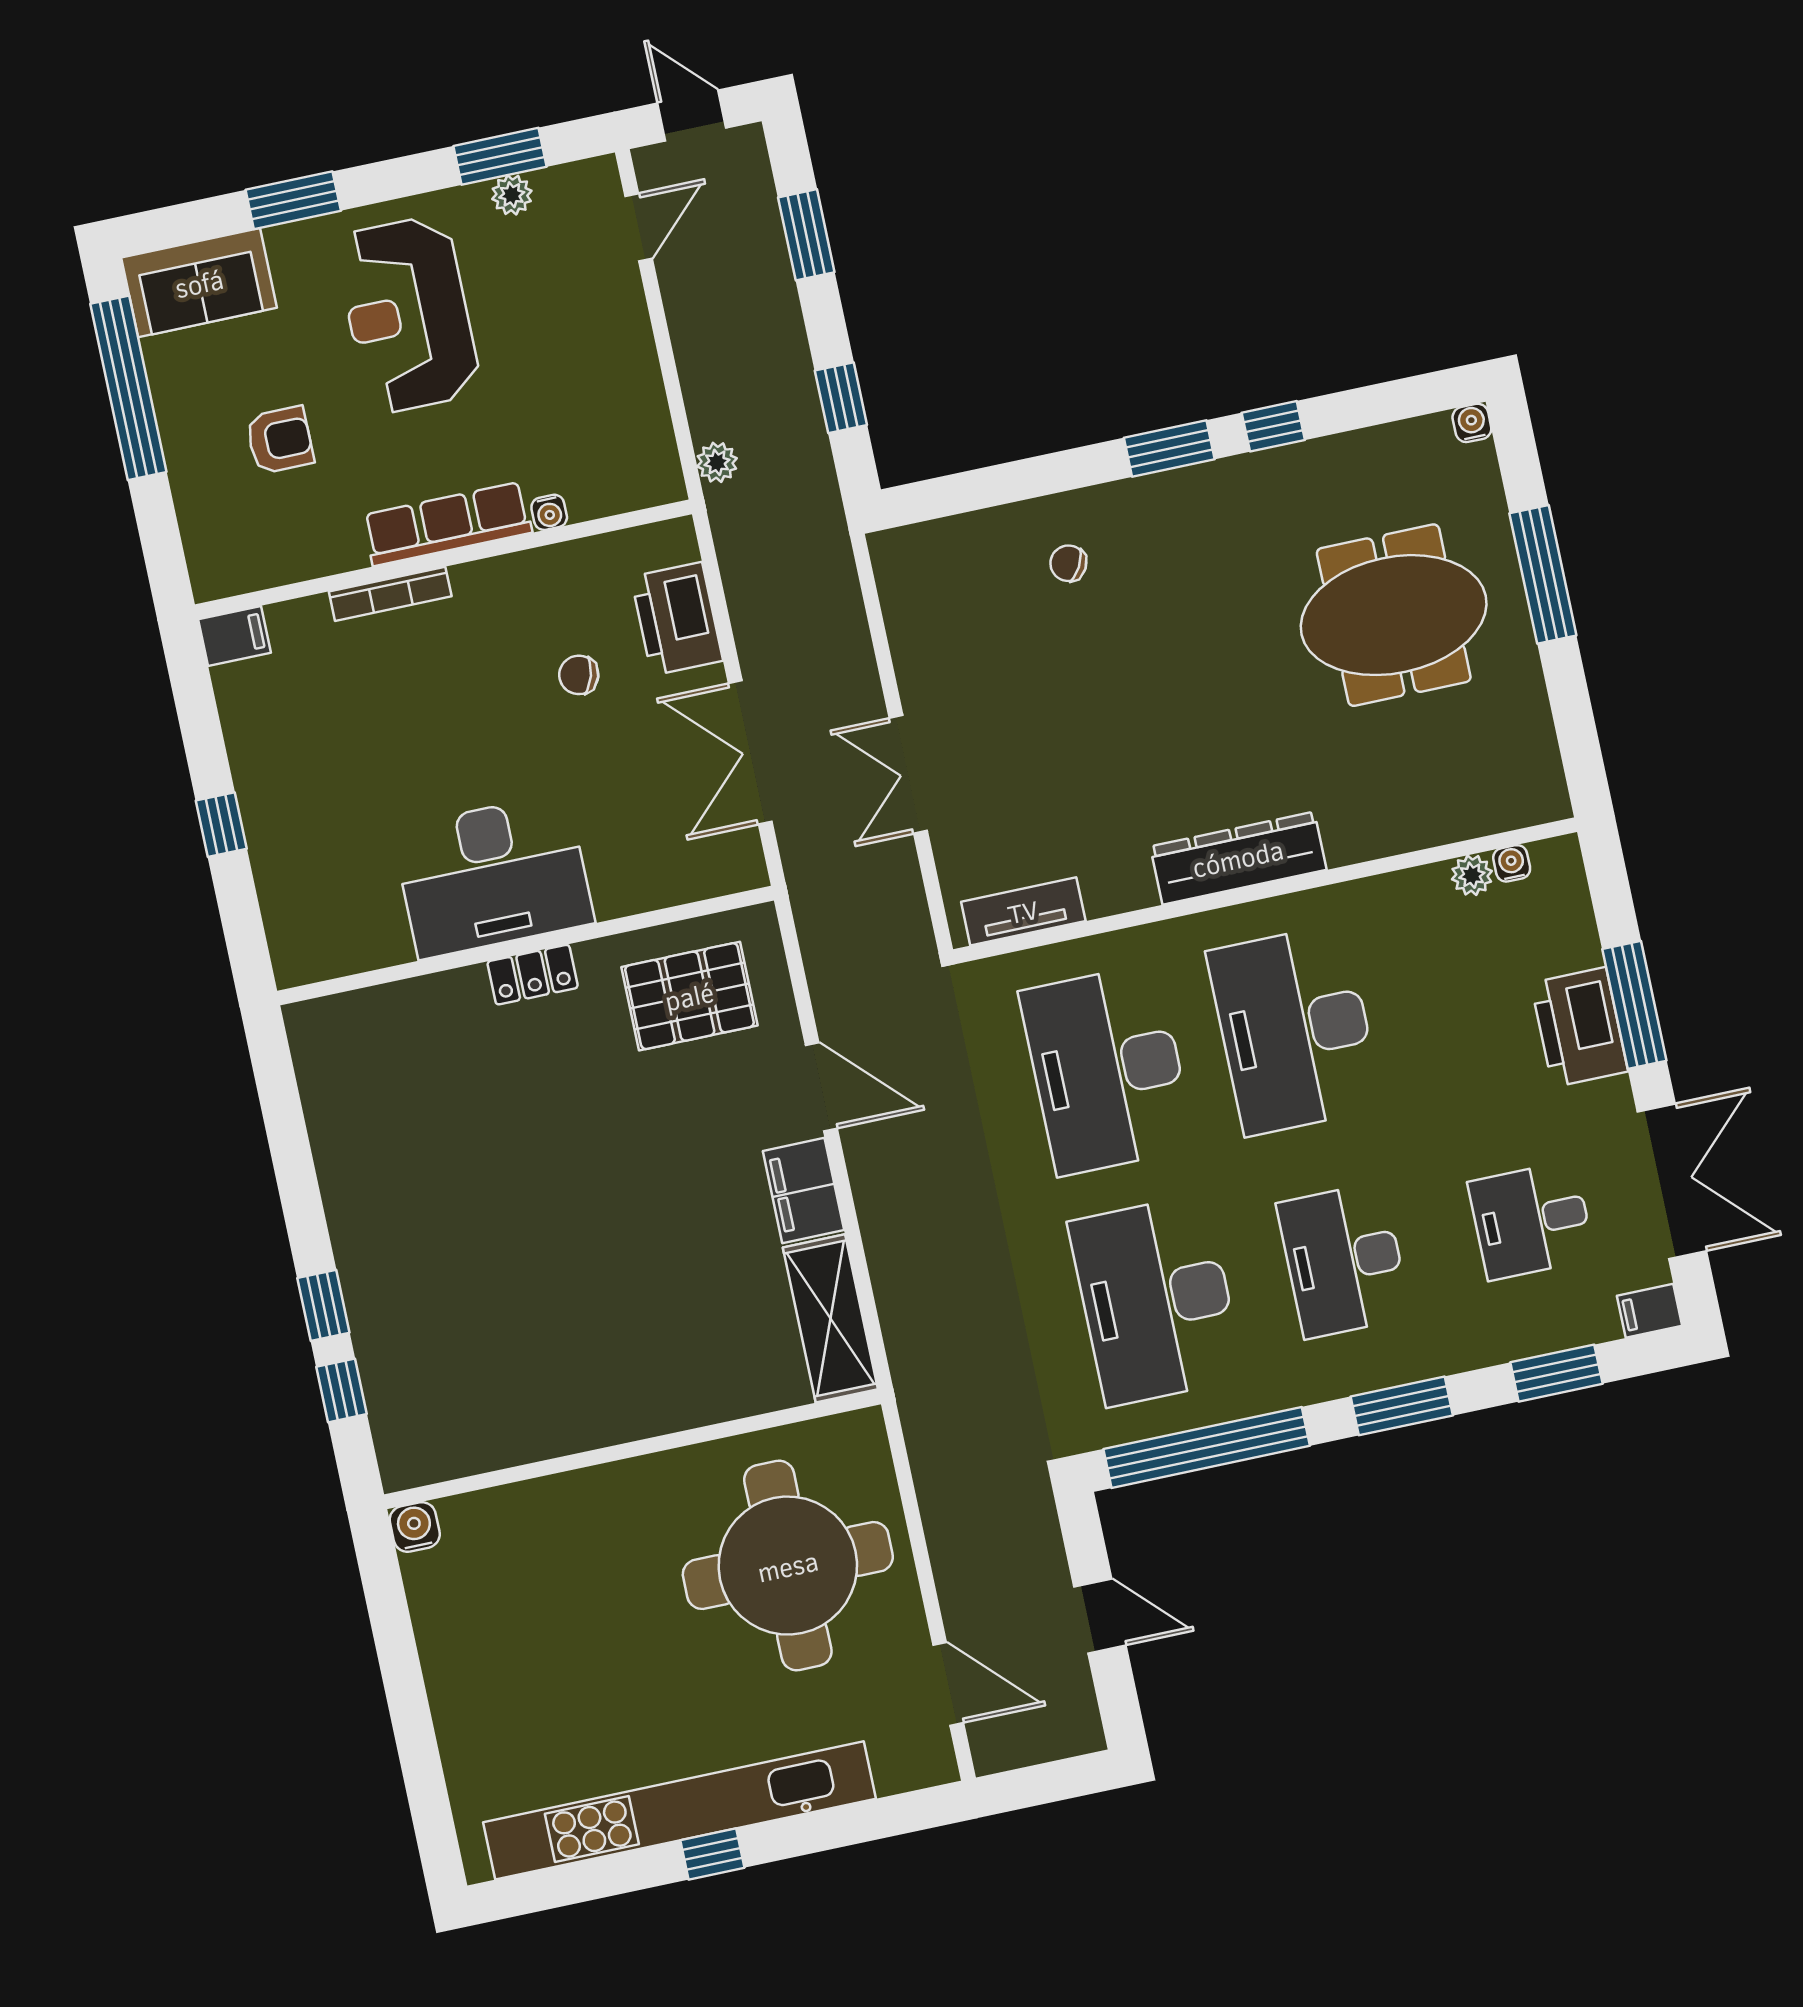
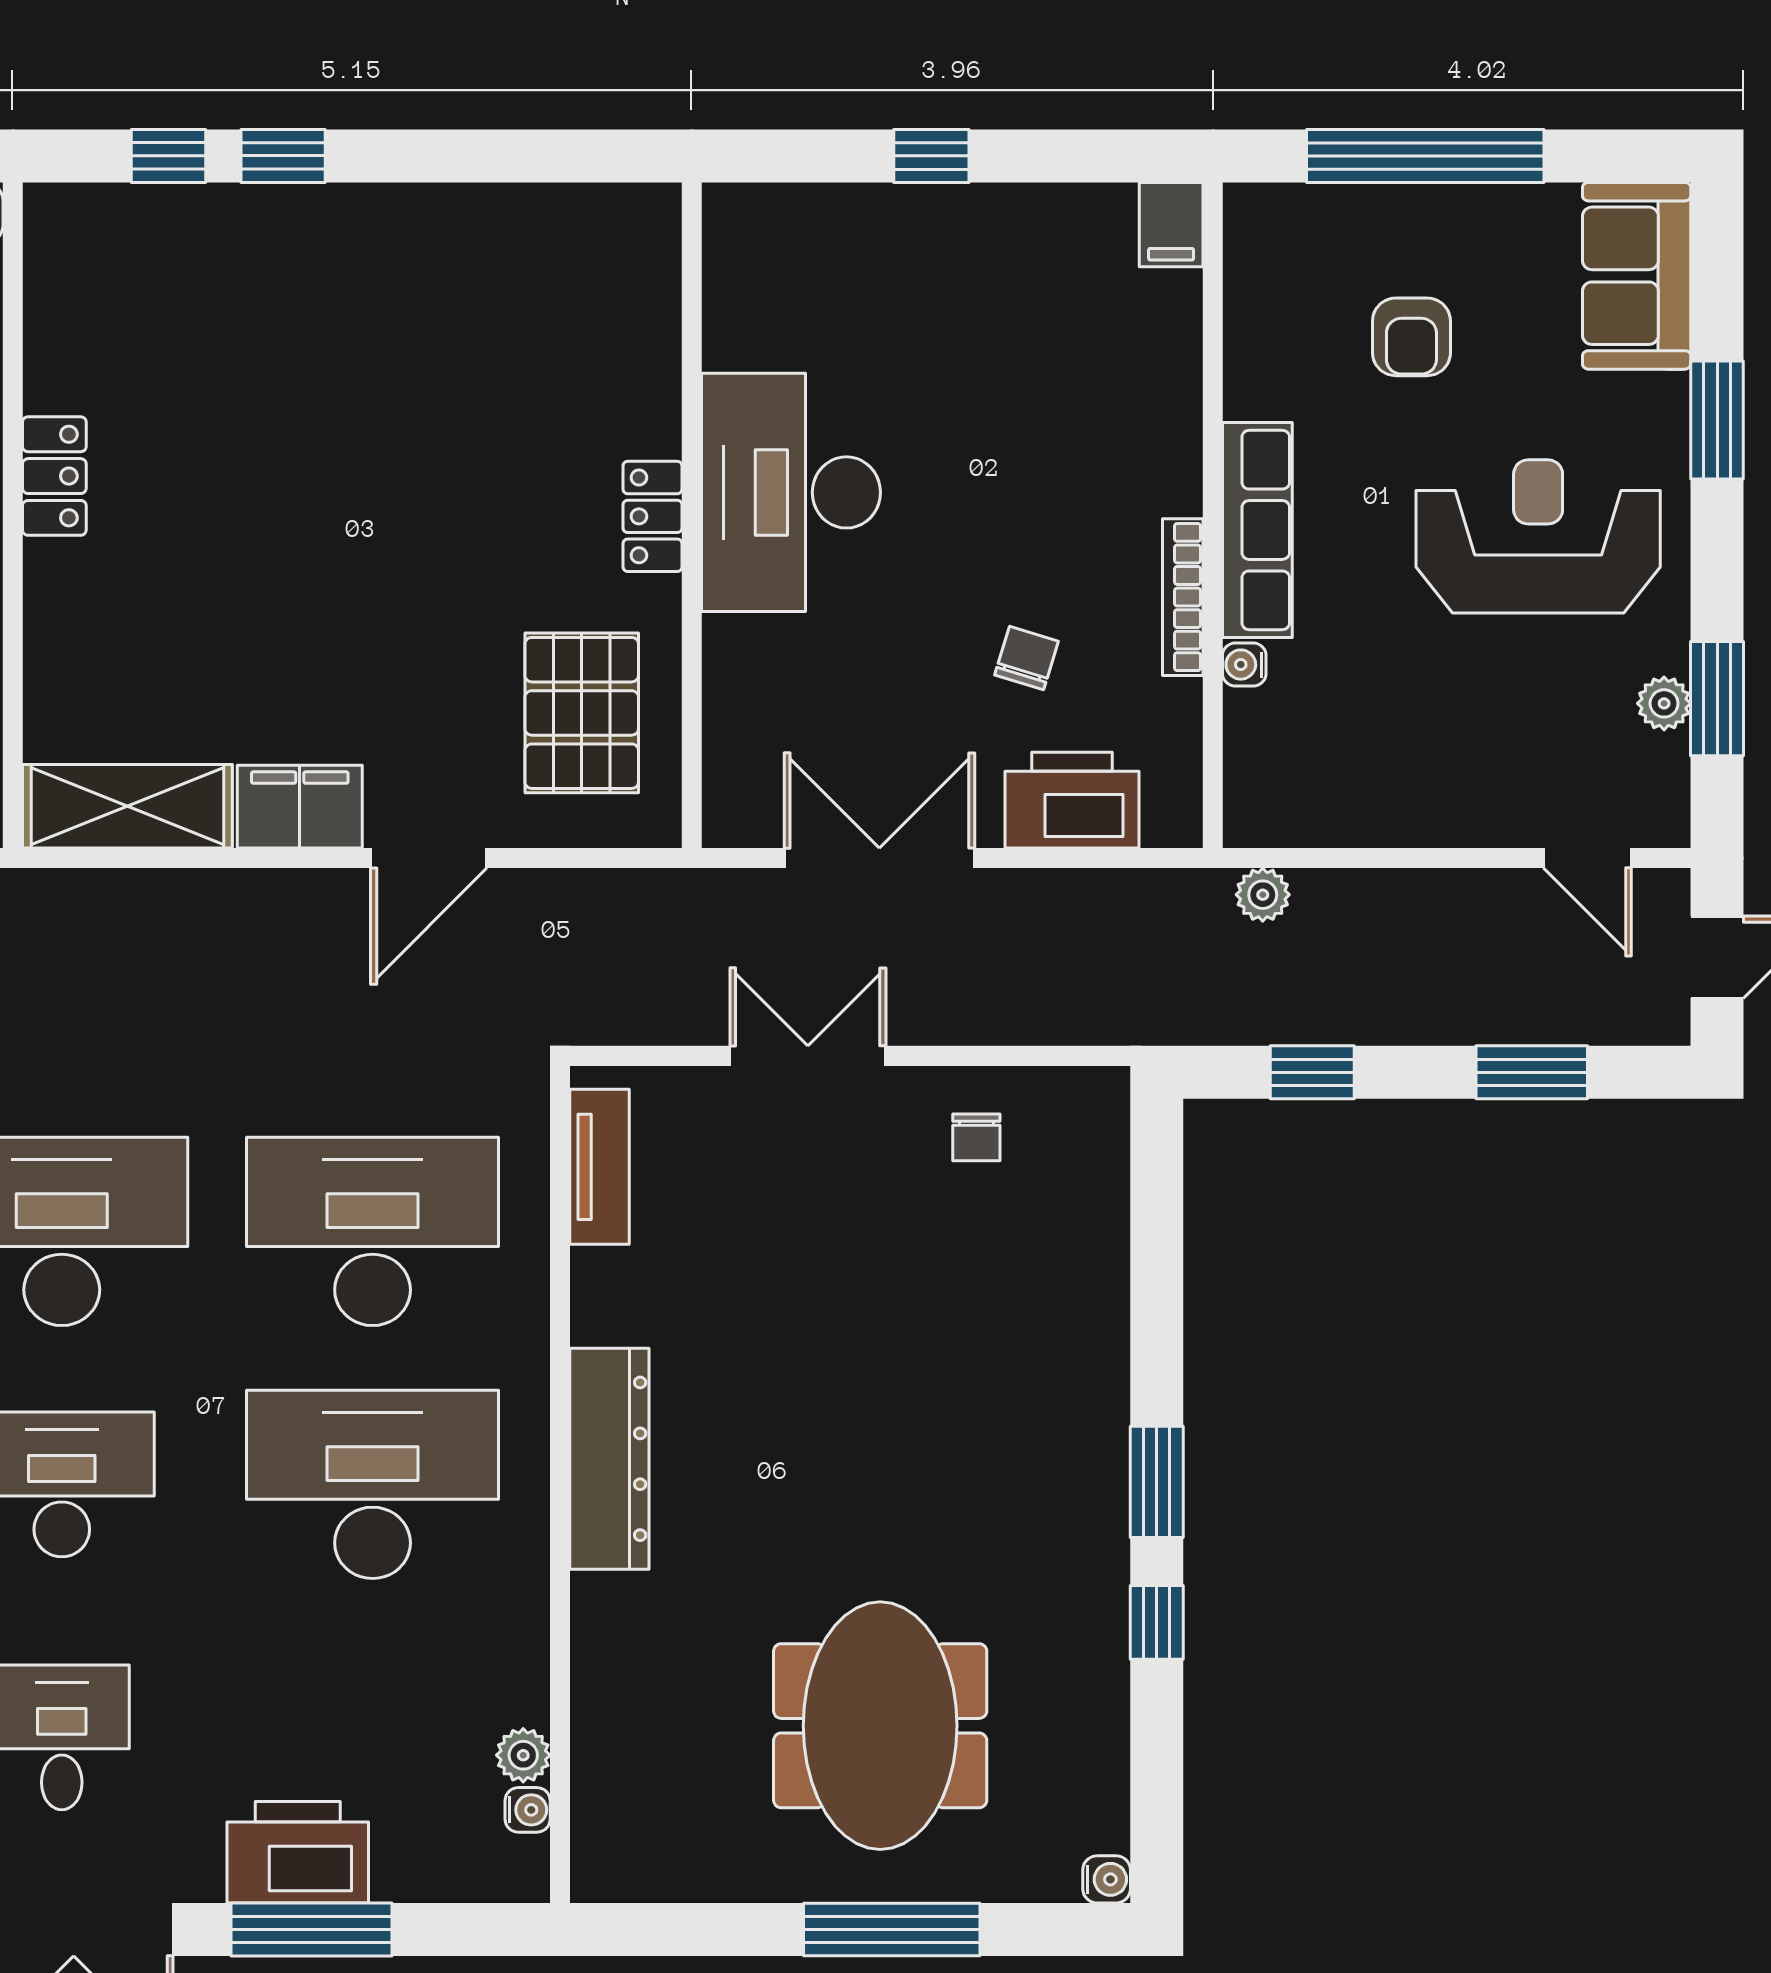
window: (128, 388) -> (1425, 156), moved
chair: (1068, 563) -> (976, 1137), moved, turned 151
bookcase: (390, 594) -> (1183, 597), moved
locker: (597, 1425) -> (54, 476), added

